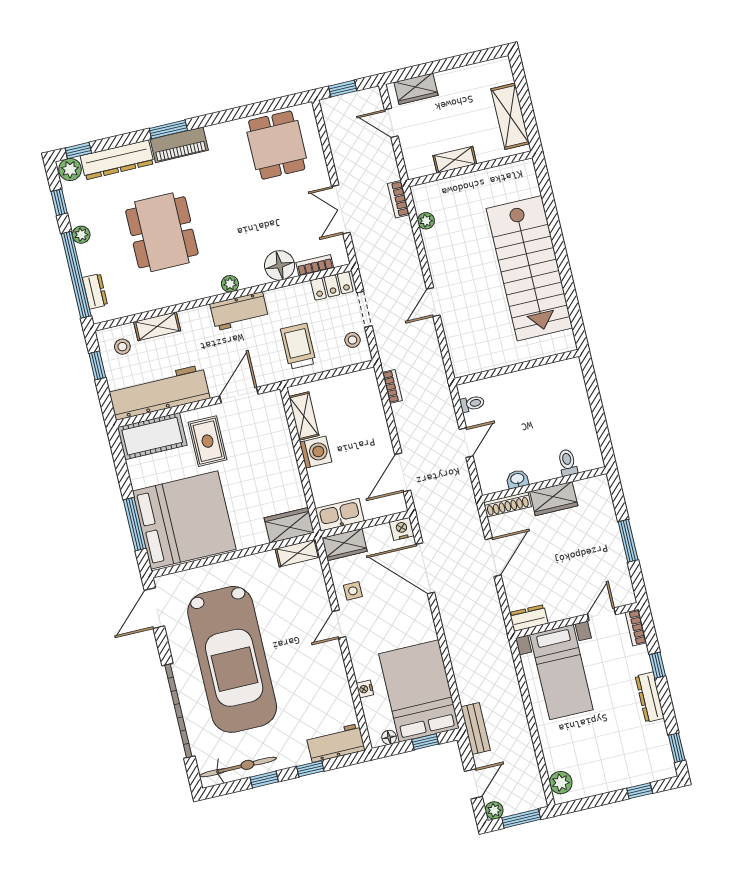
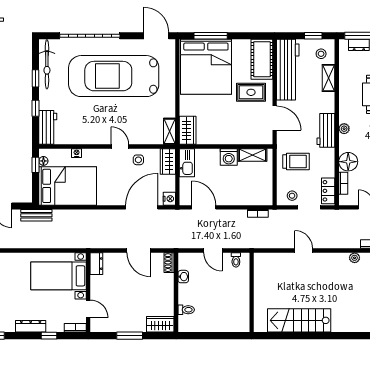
stairs: (529, 268) -> (299, 320), width x0.73, depth x0.66
wardrobe: (554, 499) -> (160, 324), moved, turned 90
shoe rack: (507, 504) -> (169, 263), width x0.70
window: (425, 742) -> (36, 165), moved

